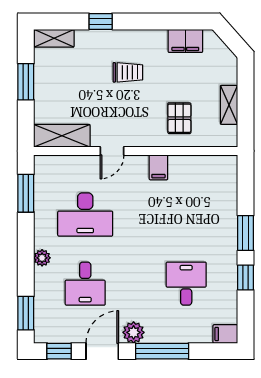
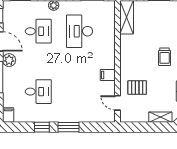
shelving: (229, 105) -> (160, 117), moved
door: (112, 151) -> (118, 103), moved
desk: (85, 284) -> (38, 31), turned 180

